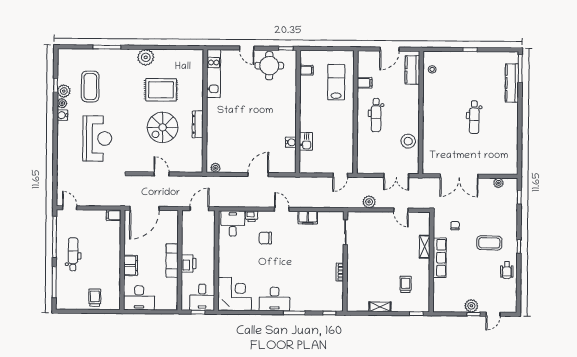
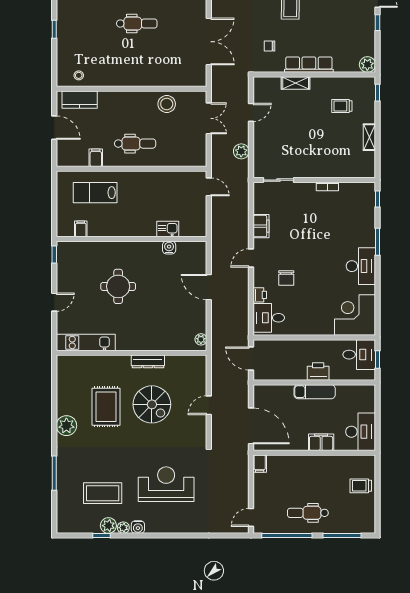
round table: (269, 66) -> (118, 286), moved
plant: (471, 306) -> (367, 65), moved

